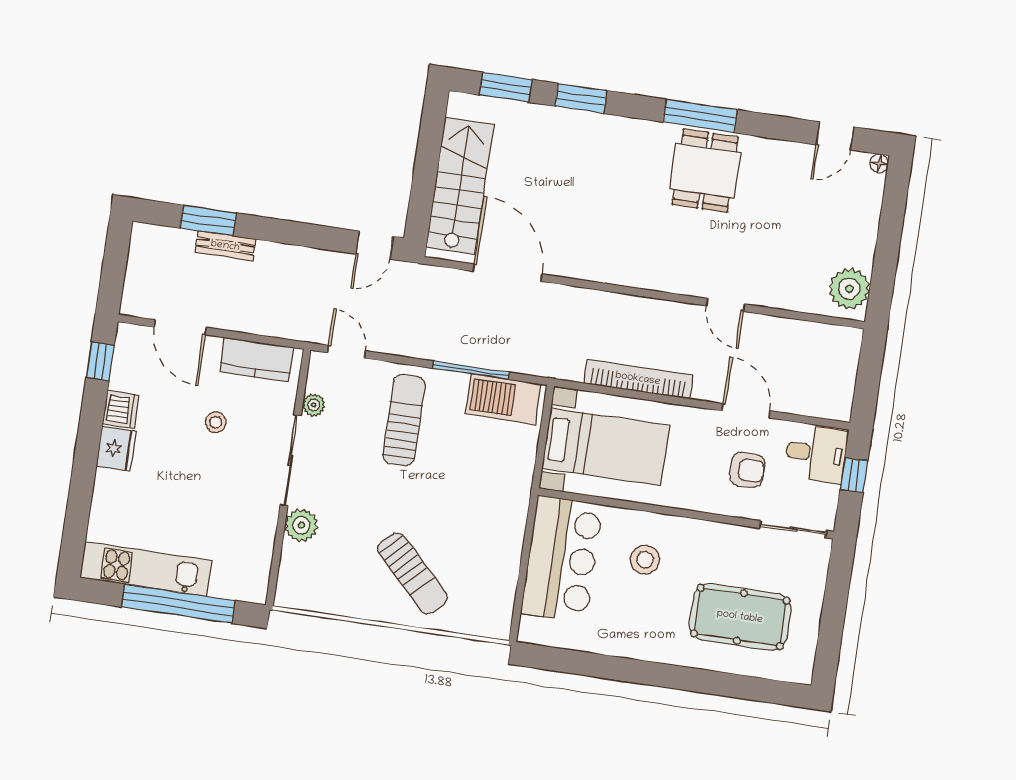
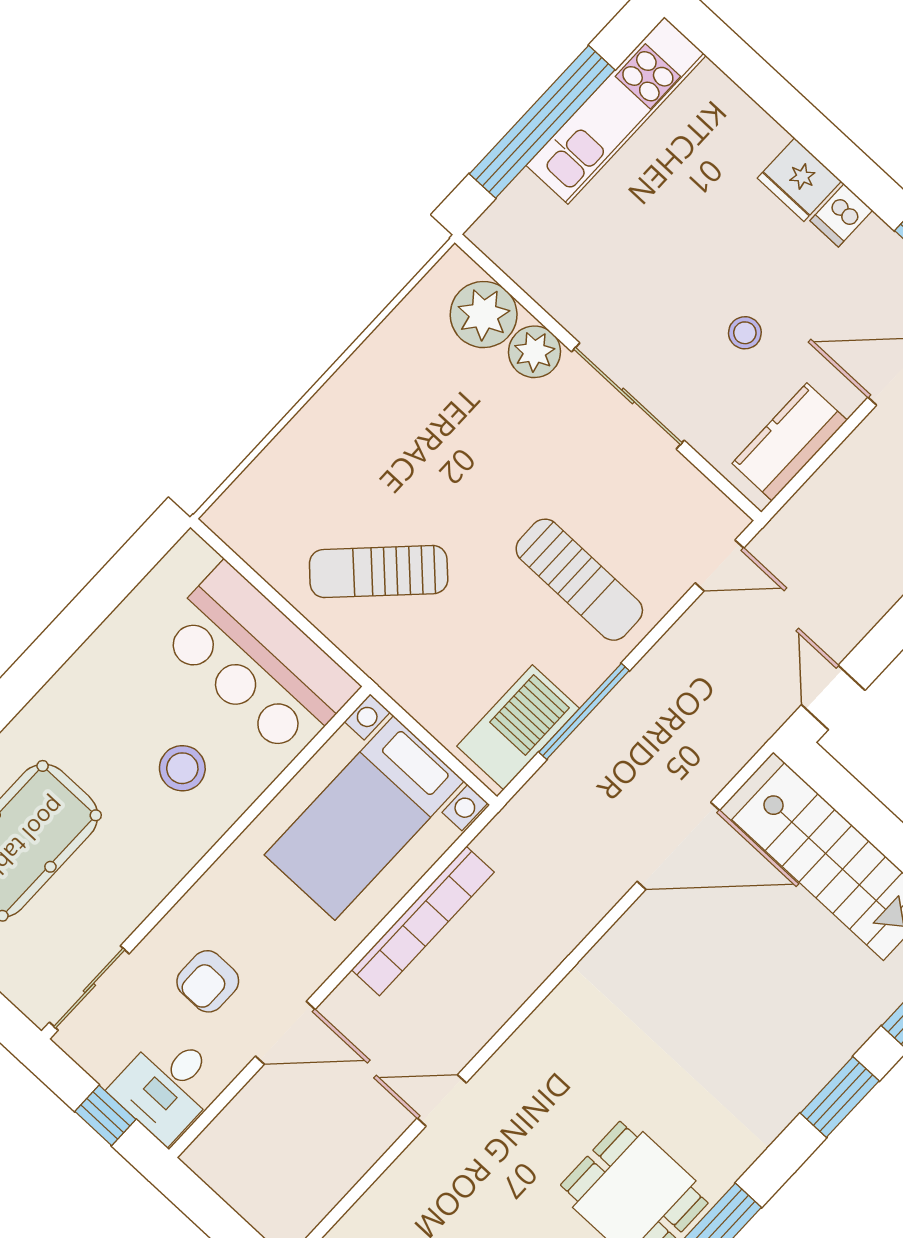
plant: (314, 405) -> (484, 315), moved, width x1.88, depth x1.88
dishwasher: (121, 409) -> (841, 215), width x0.73
sun lounger: (412, 573) -> (379, 572), moved

